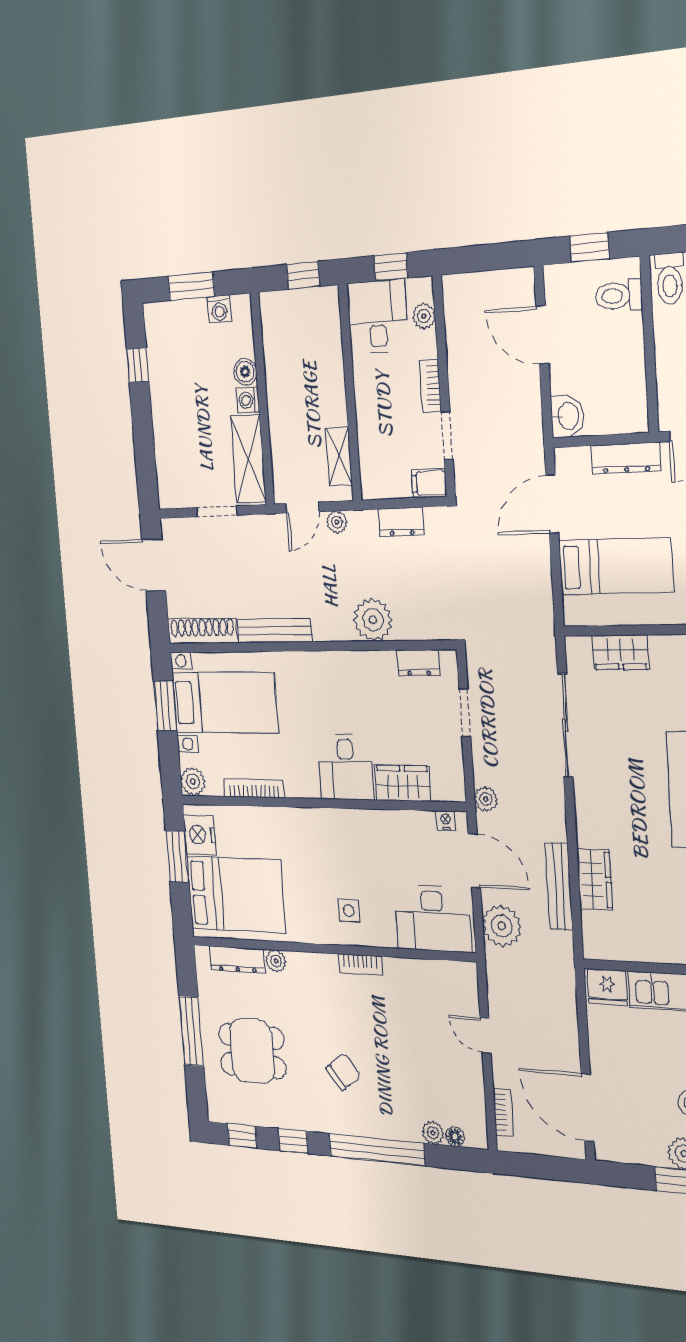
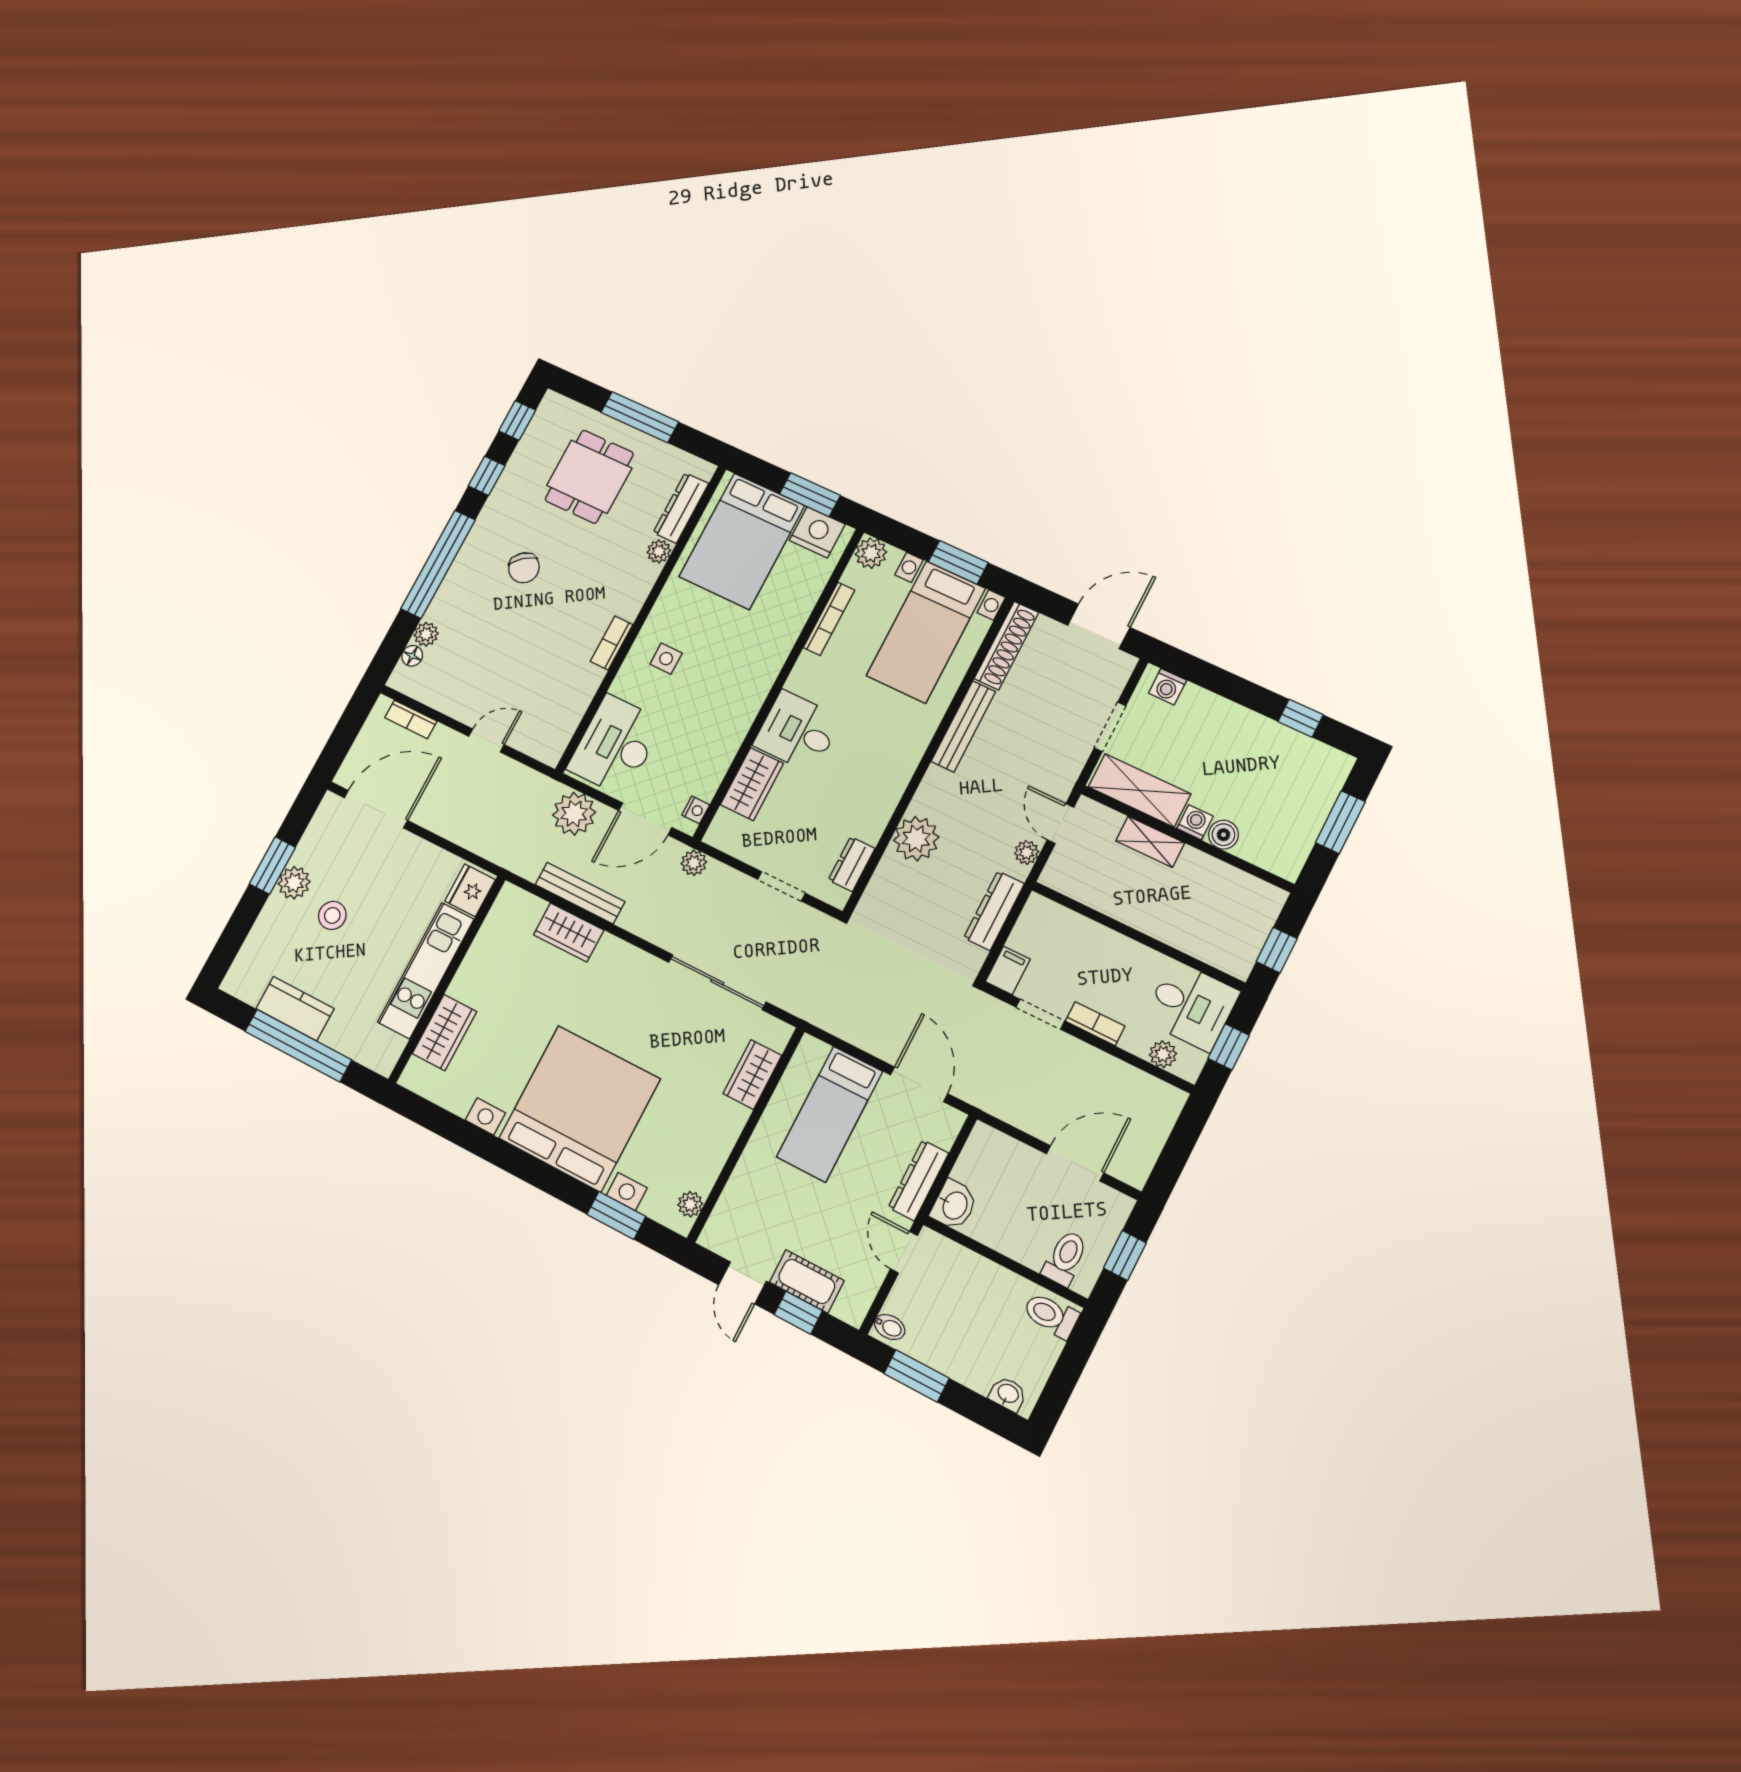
washing machine: (219, 309) -> (1168, 687), moved, turned -90
washbasin: (567, 416) -> (954, 1205), moved, turned -90
shelving: (339, 457) -> (1150, 842), moved
dresser: (401, 522) -> (994, 911), width x1.44

